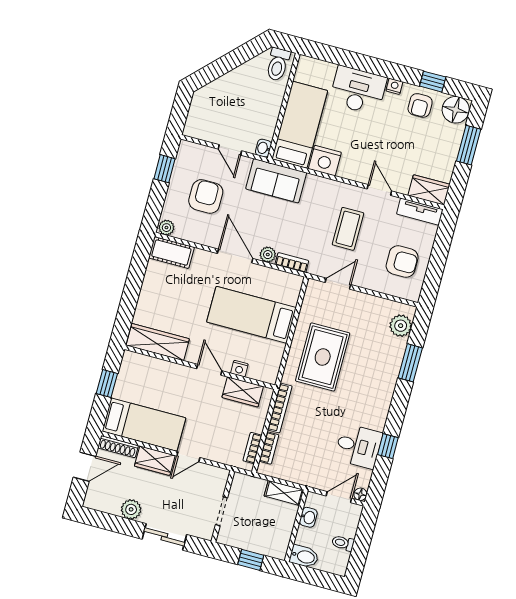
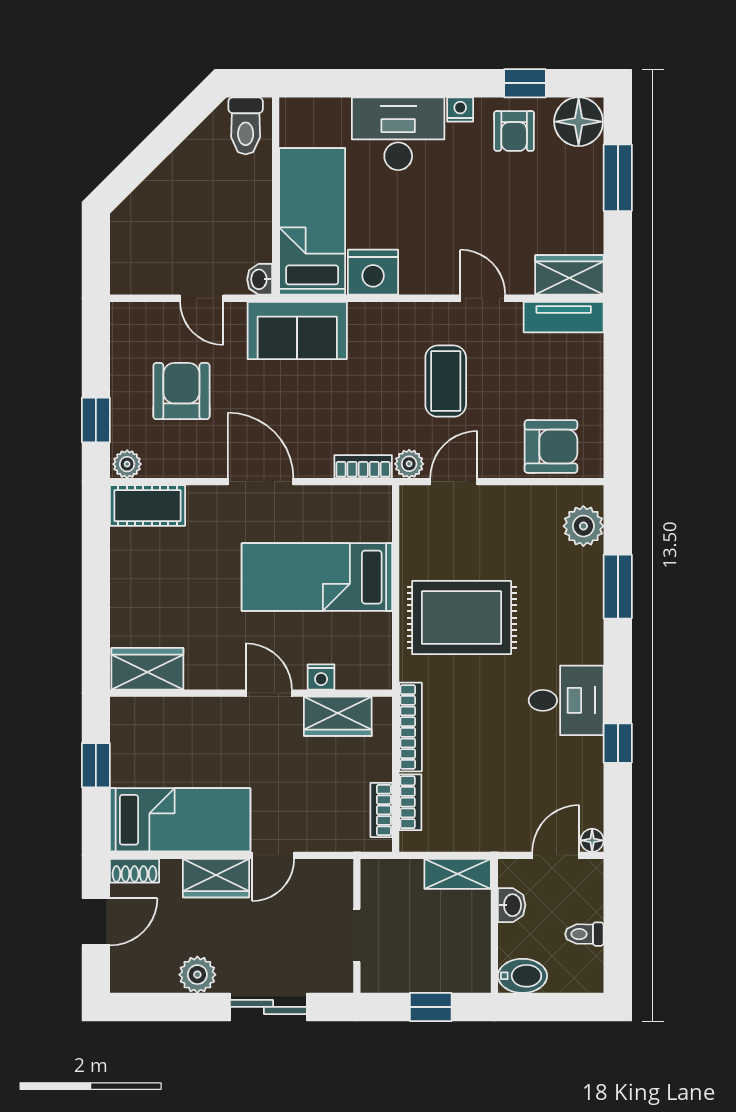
window: (164, 169) -> (96, 420), moved
plant: (268, 255) -> (409, 464), moved
armchair: (402, 261) -> (551, 447), moved
wardrobe: (158, 342) -> (147, 669), width x0.67
rug: (323, 357) -> (462, 618), turned 90
desk: (358, 446) -> (566, 700), moved
shoe rack: (118, 447) -> (135, 871), width x0.70

